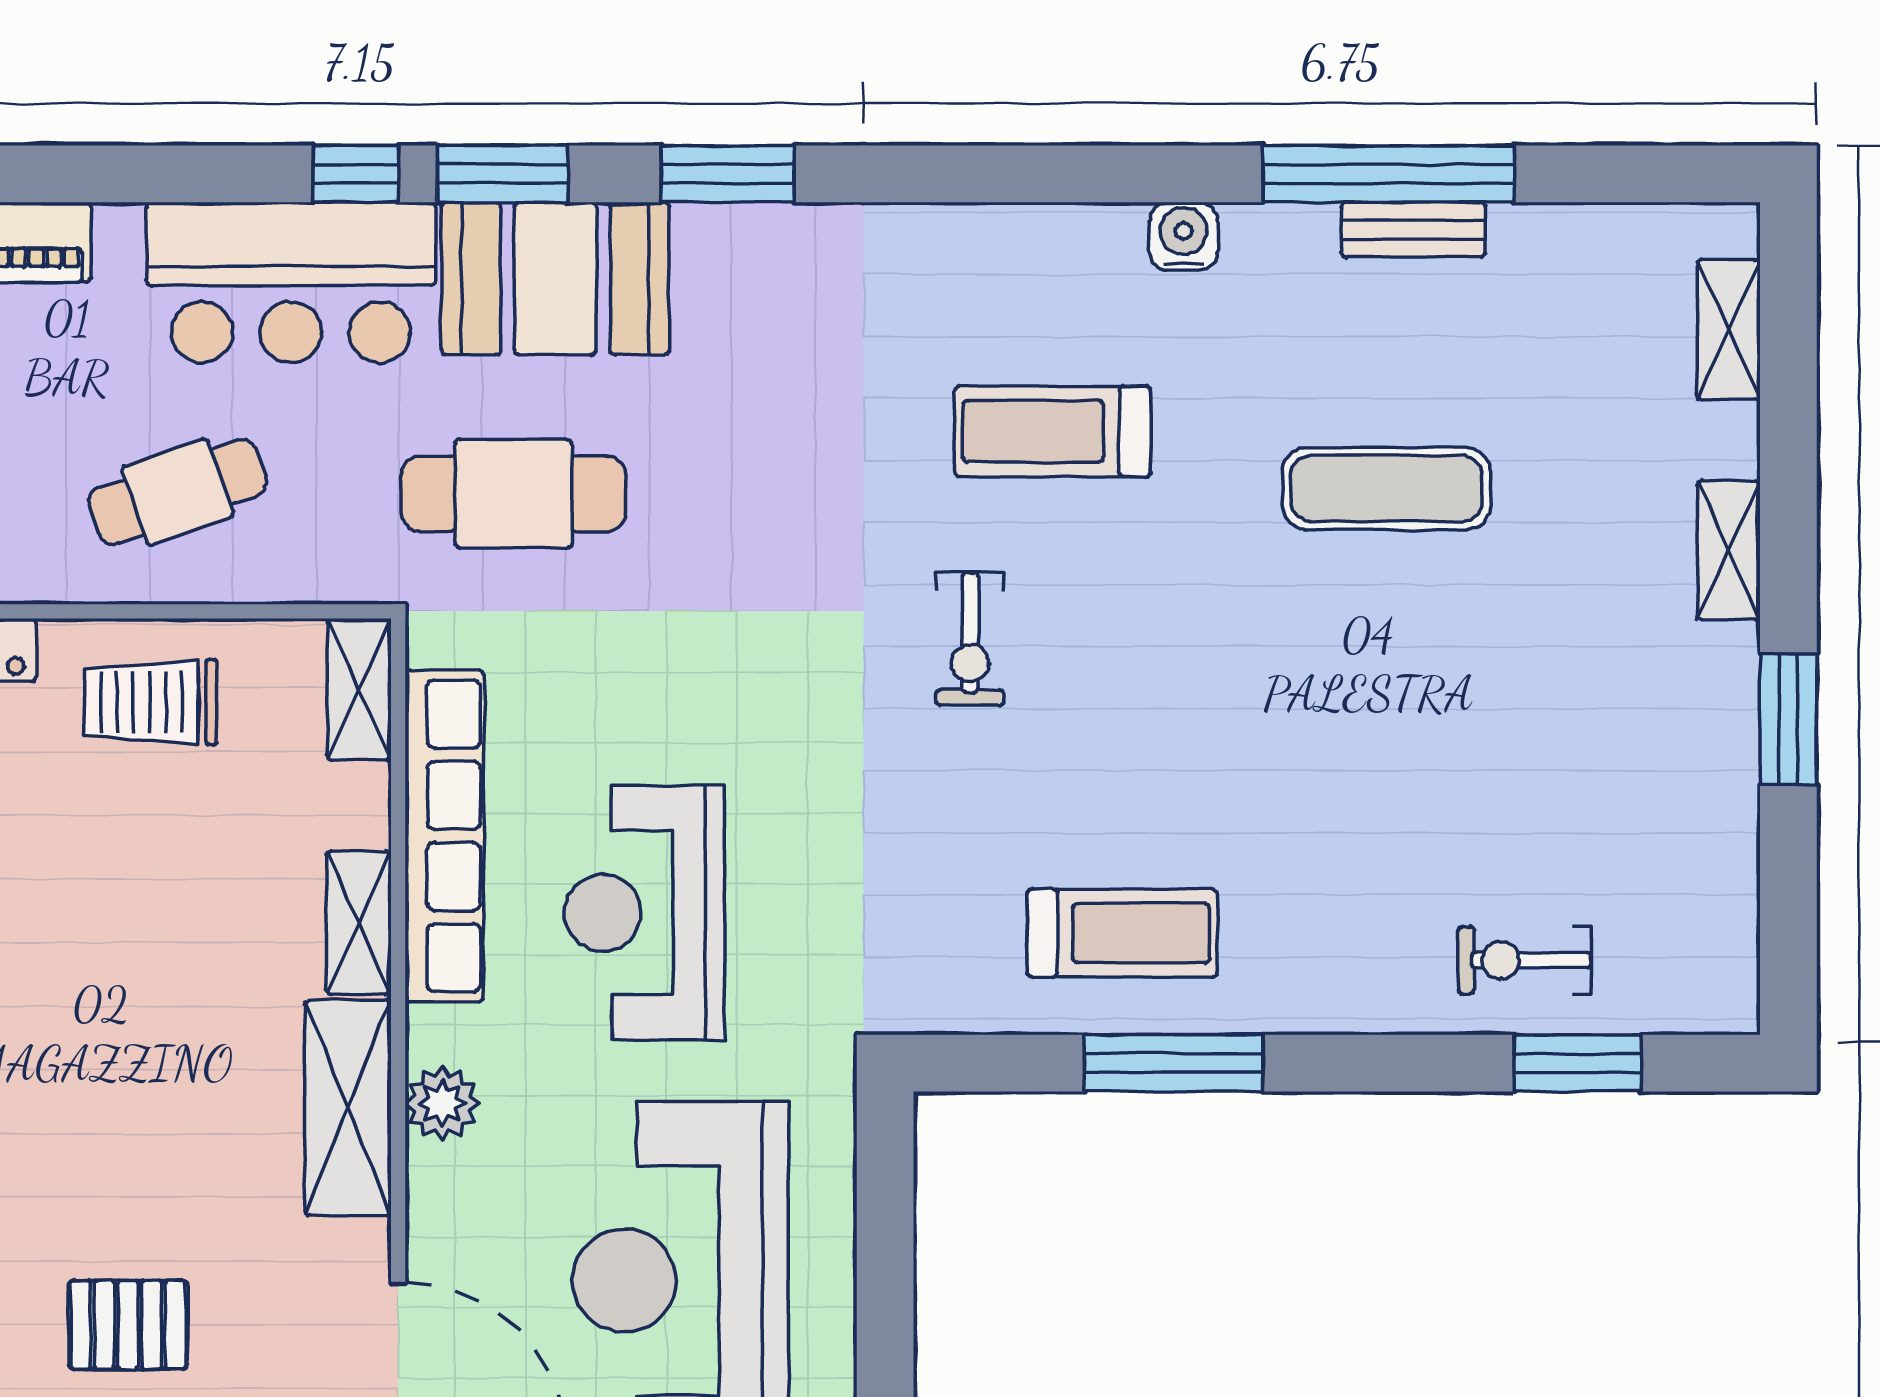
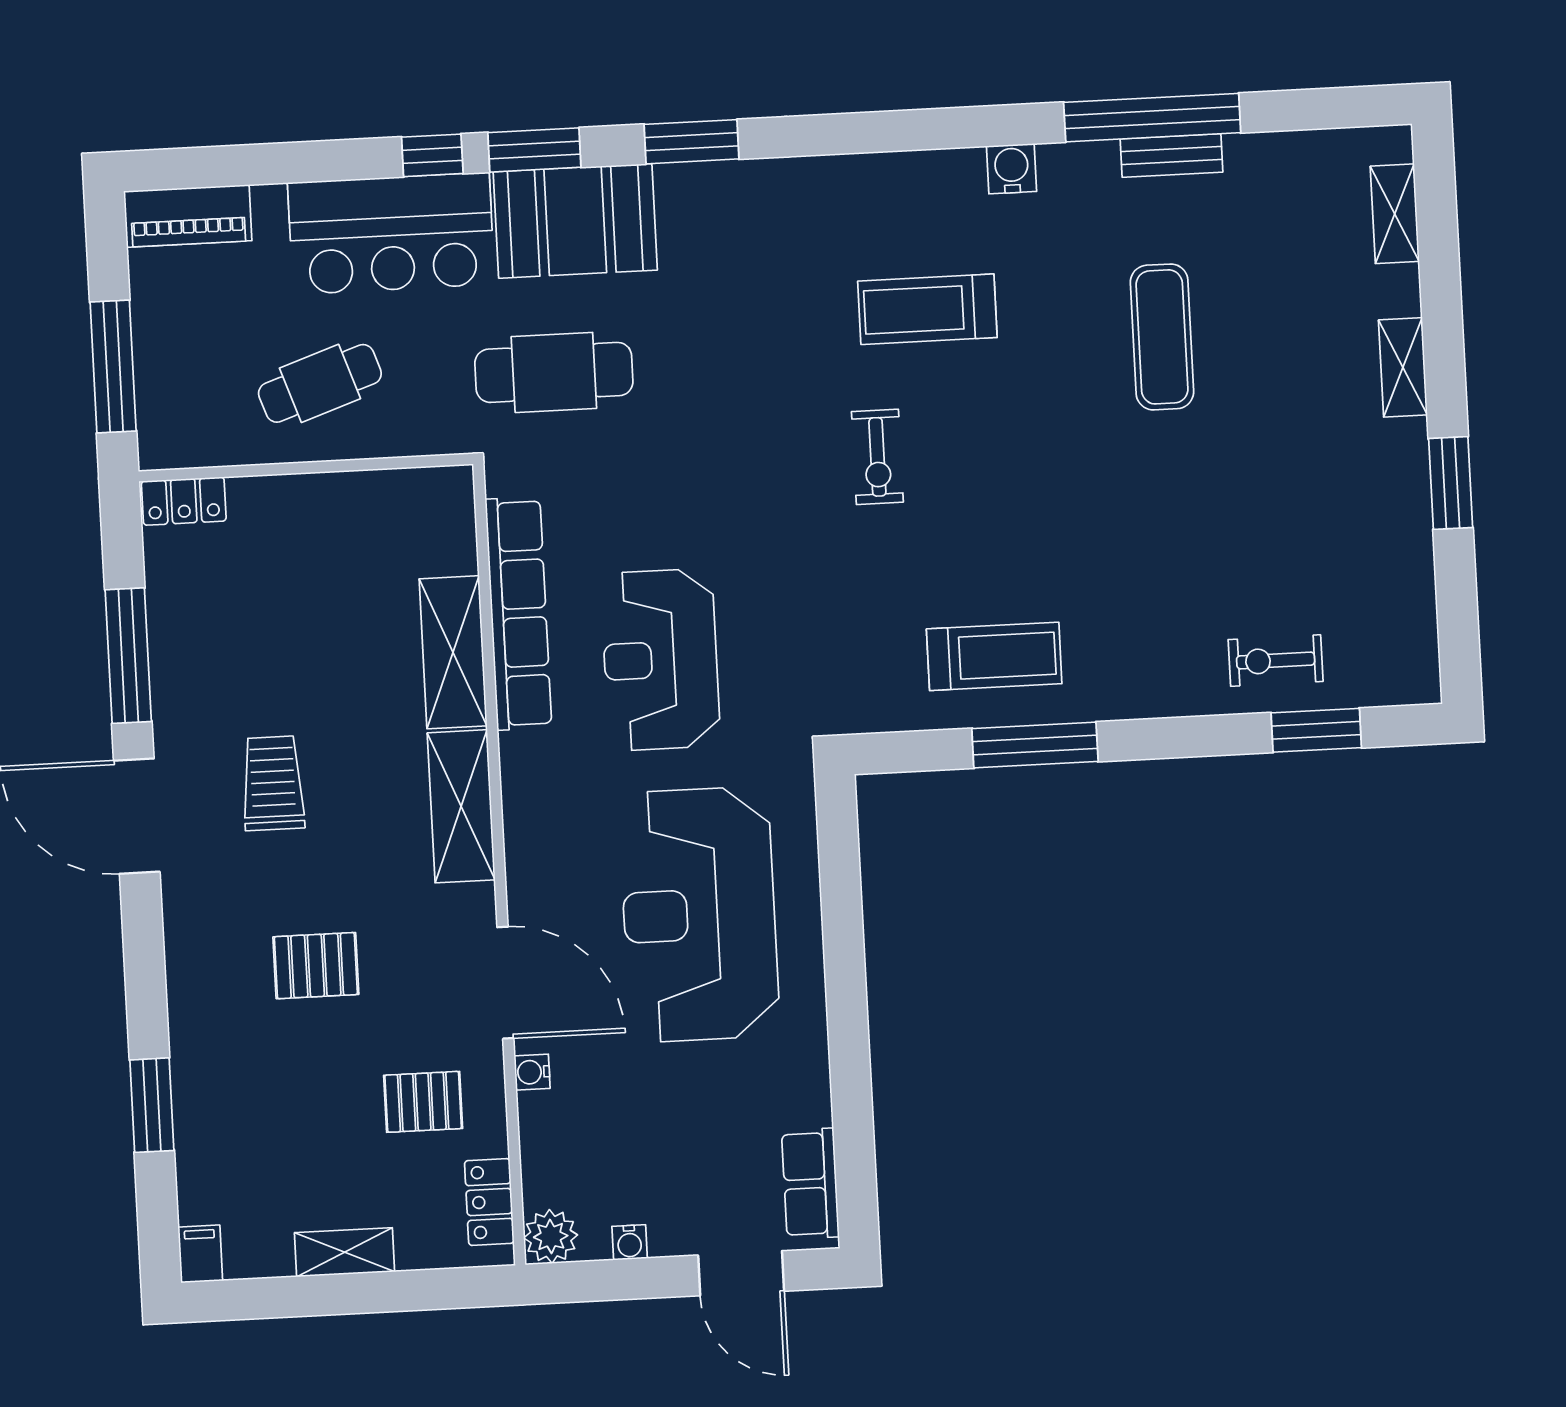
exercise mat: (1386, 489) -> (1162, 337), turned 90
shelving: (359, 689) -> (454, 514), removed
trolley: (151, 702) -> (273, 783), moved, turned 90
shelving: (359, 923) -> (453, 652), width x1.50, depth x1.33
plant: (442, 1103) -> (527, 800), removed

